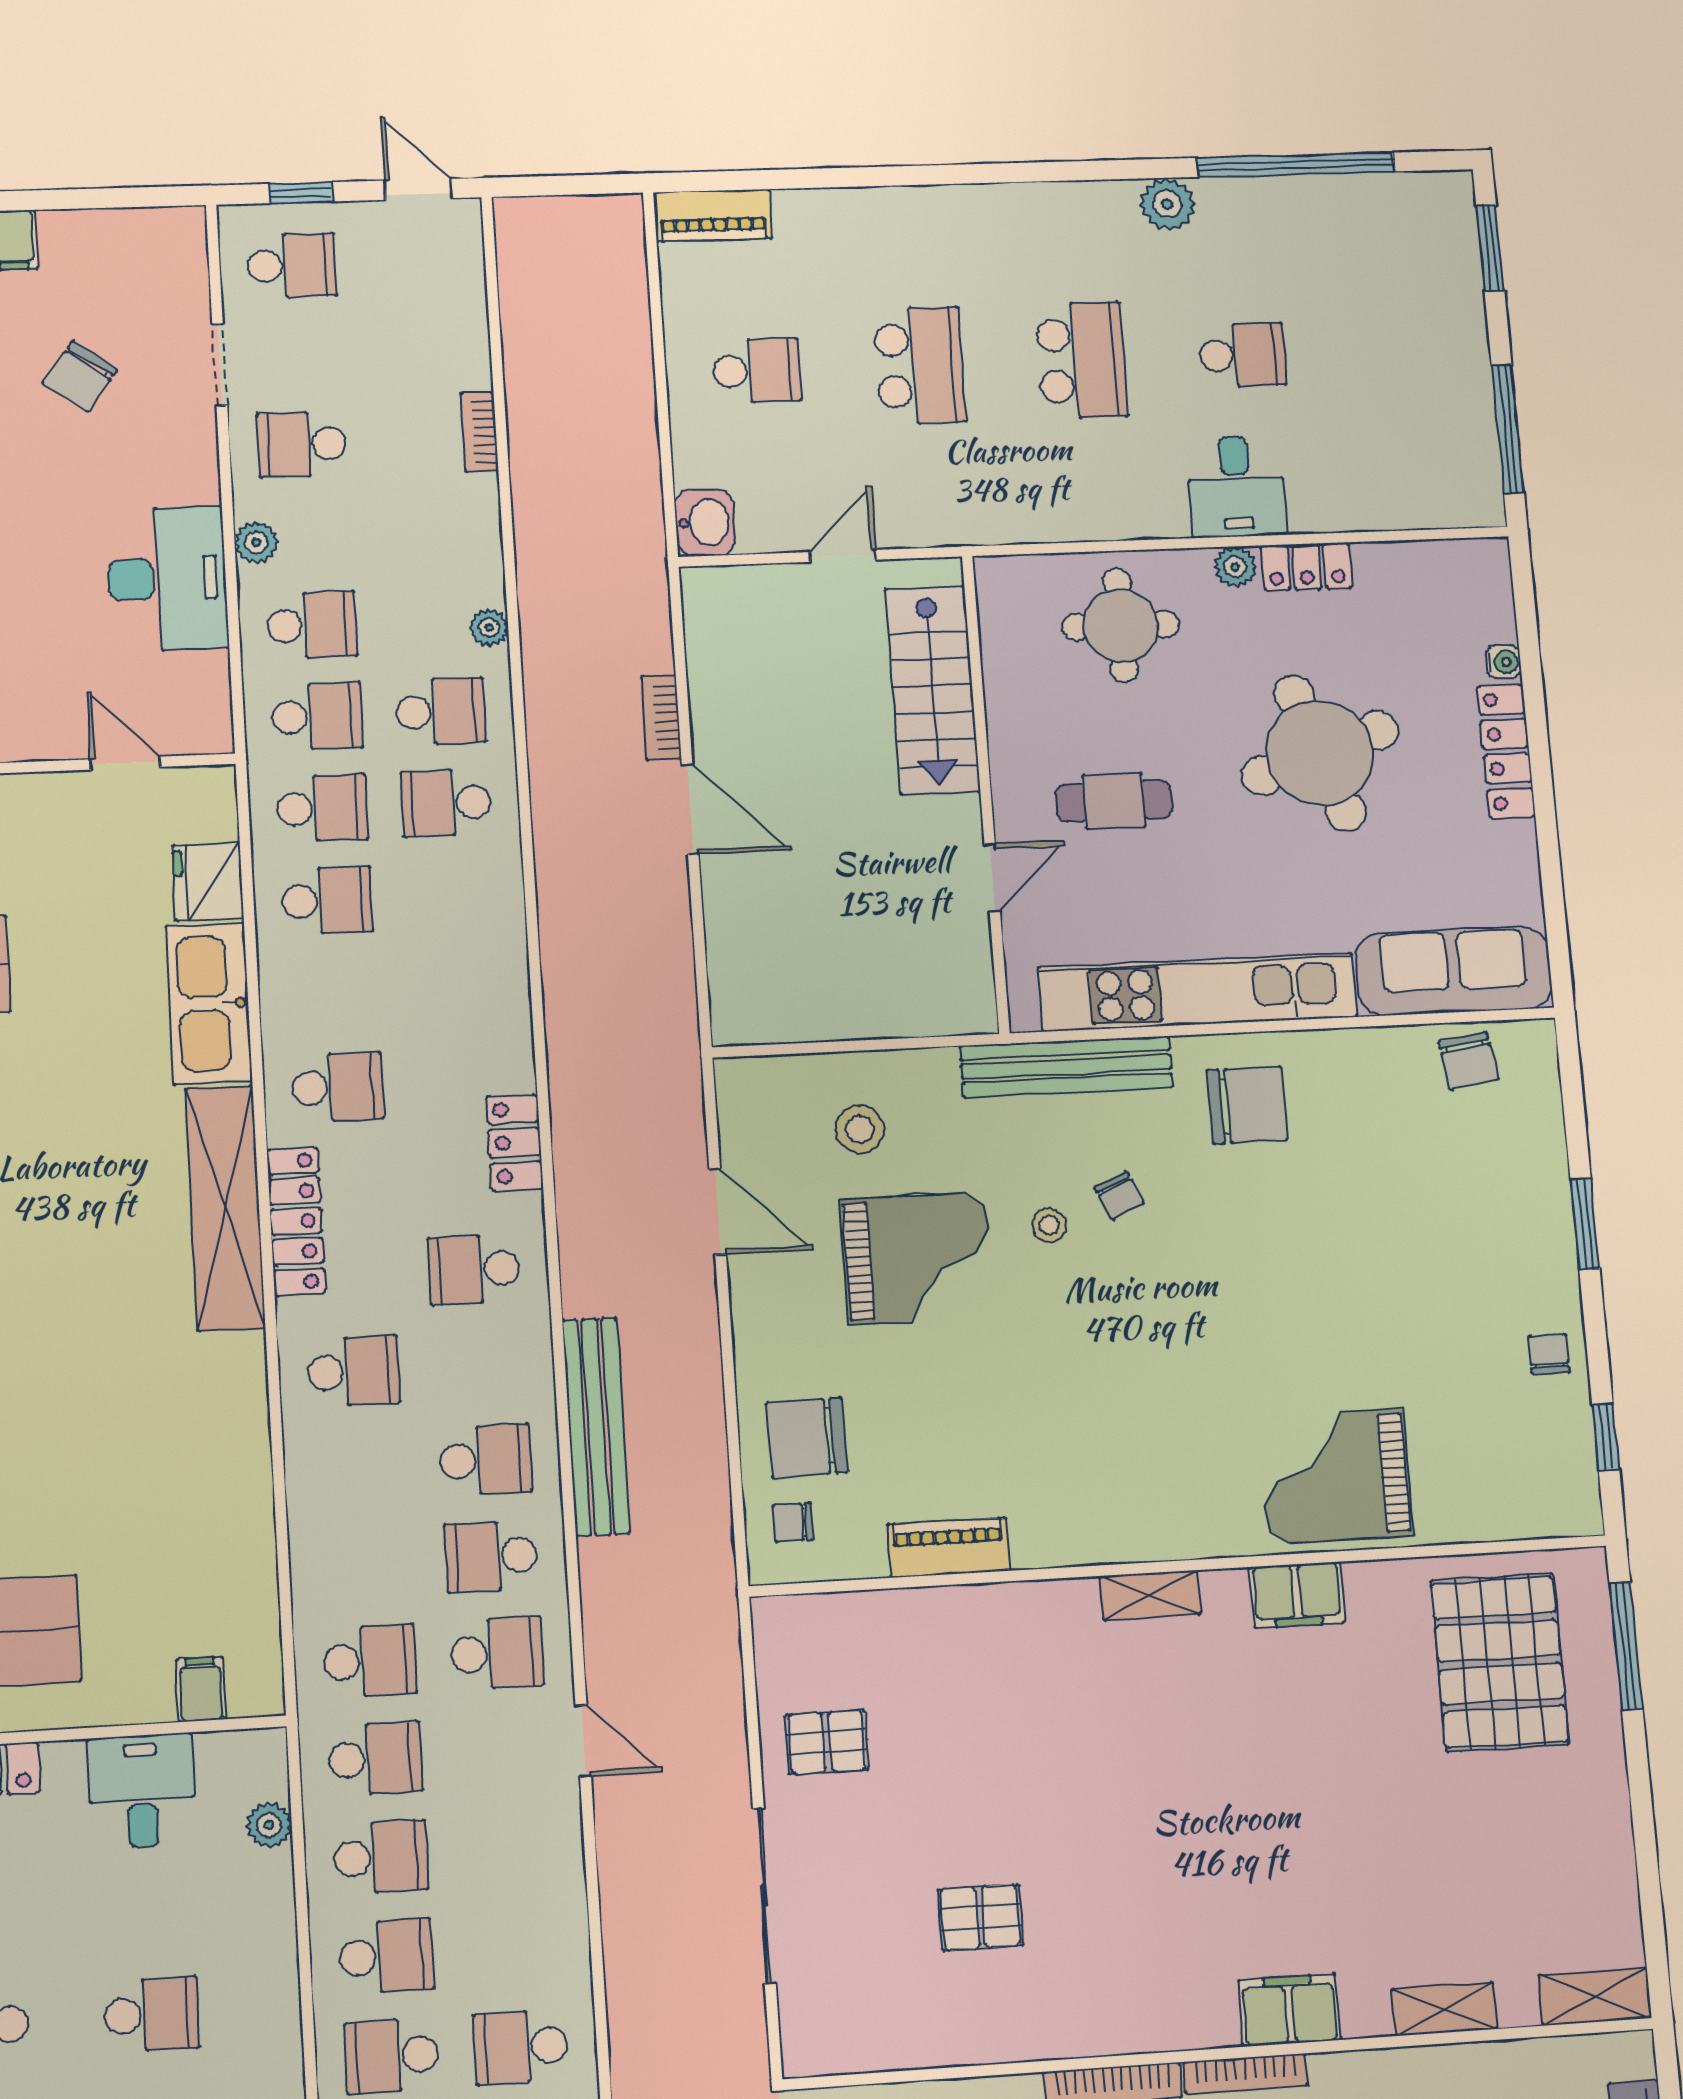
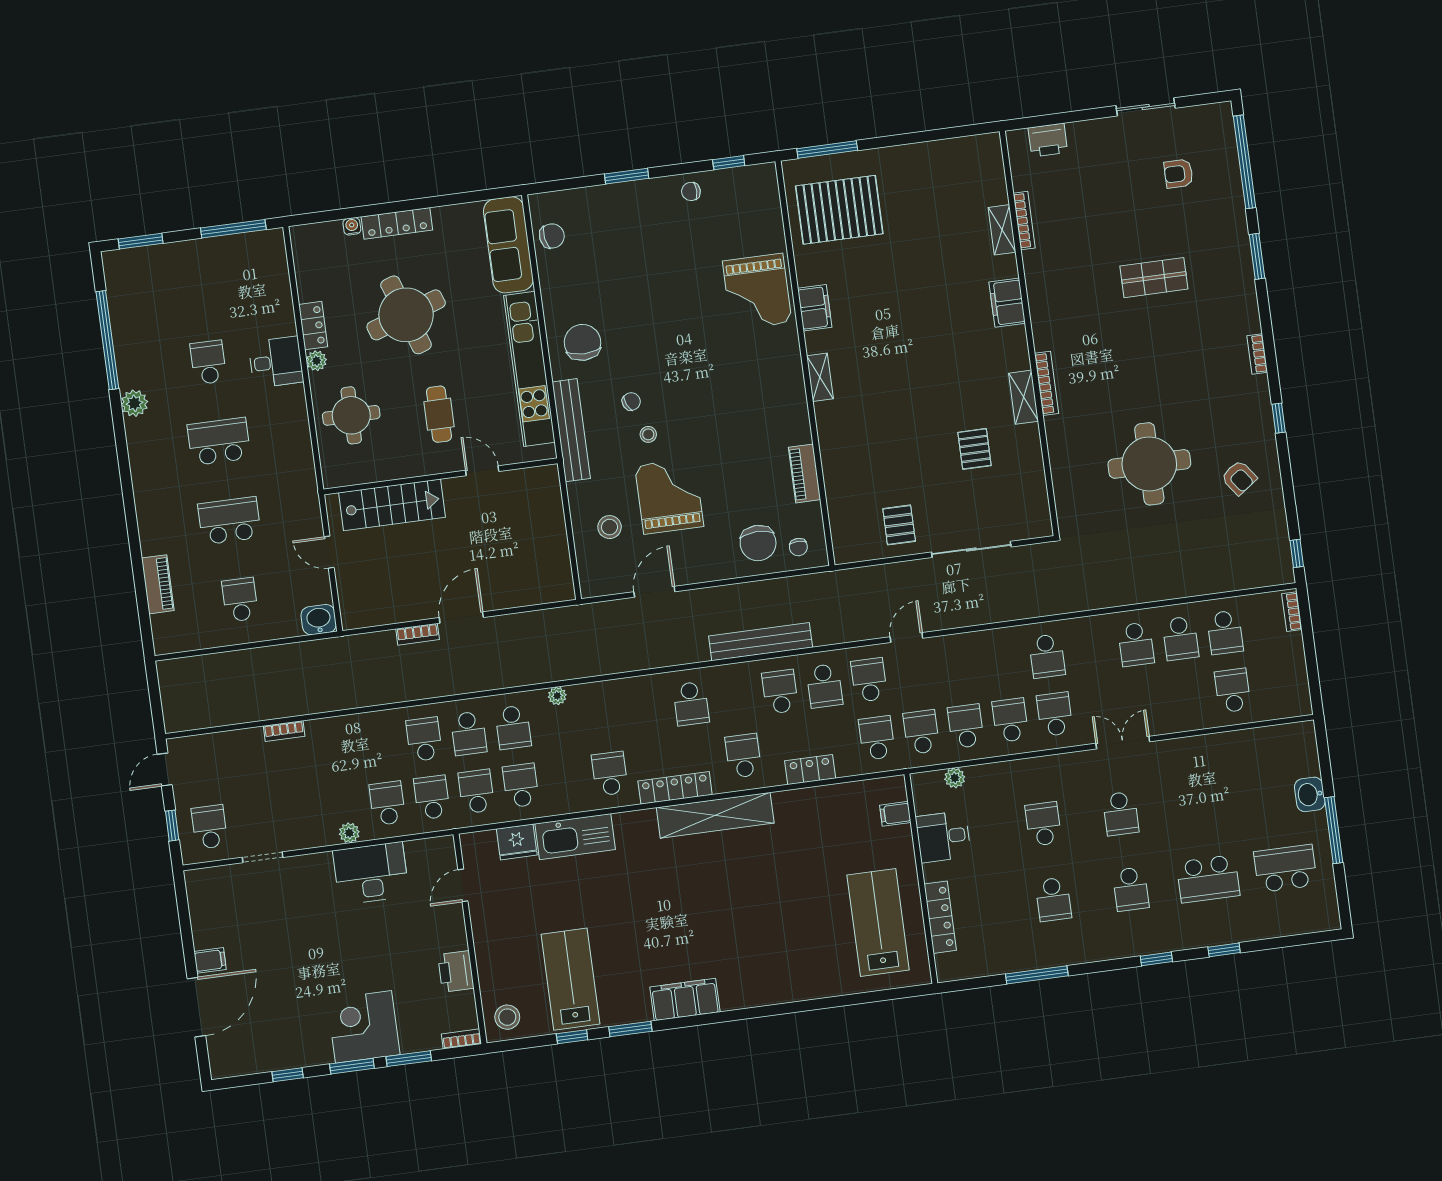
piano: (713, 215) -> (158, 584), moved
chair: (80, 376) -> (275, 923), removed
school desk: (302, 444) -> (513, 727), moved
plant: (489, 628) -> (557, 696), moved
locker: (515, 1143) -> (810, 770), moved, turned 180
shelving: (225, 1208) -> (715, 815), moved
shelving: (1595, 1997) -> (1024, 397), moved
school desk: (392, 2056) -> (1055, 714), turned 180
bookcase: (1245, 2074) -> (1024, 221), moved

